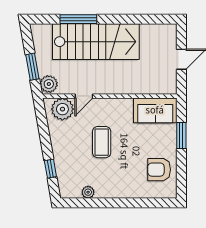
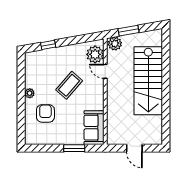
window: (78, 19) -> (166, 67), removed
coffee table: (102, 142) -> (69, 85), turned -49
armchair: (159, 170) -> (45, 113), moved
plant: (88, 192) -> (30, 93), moved

